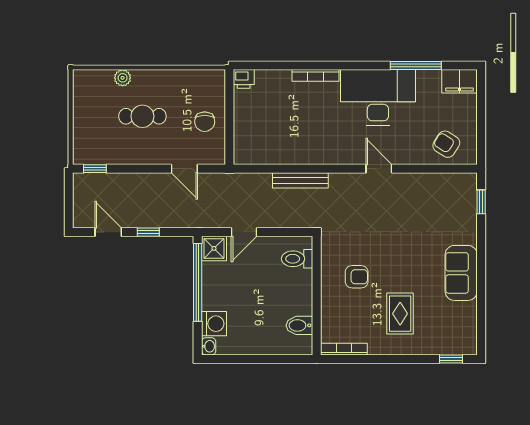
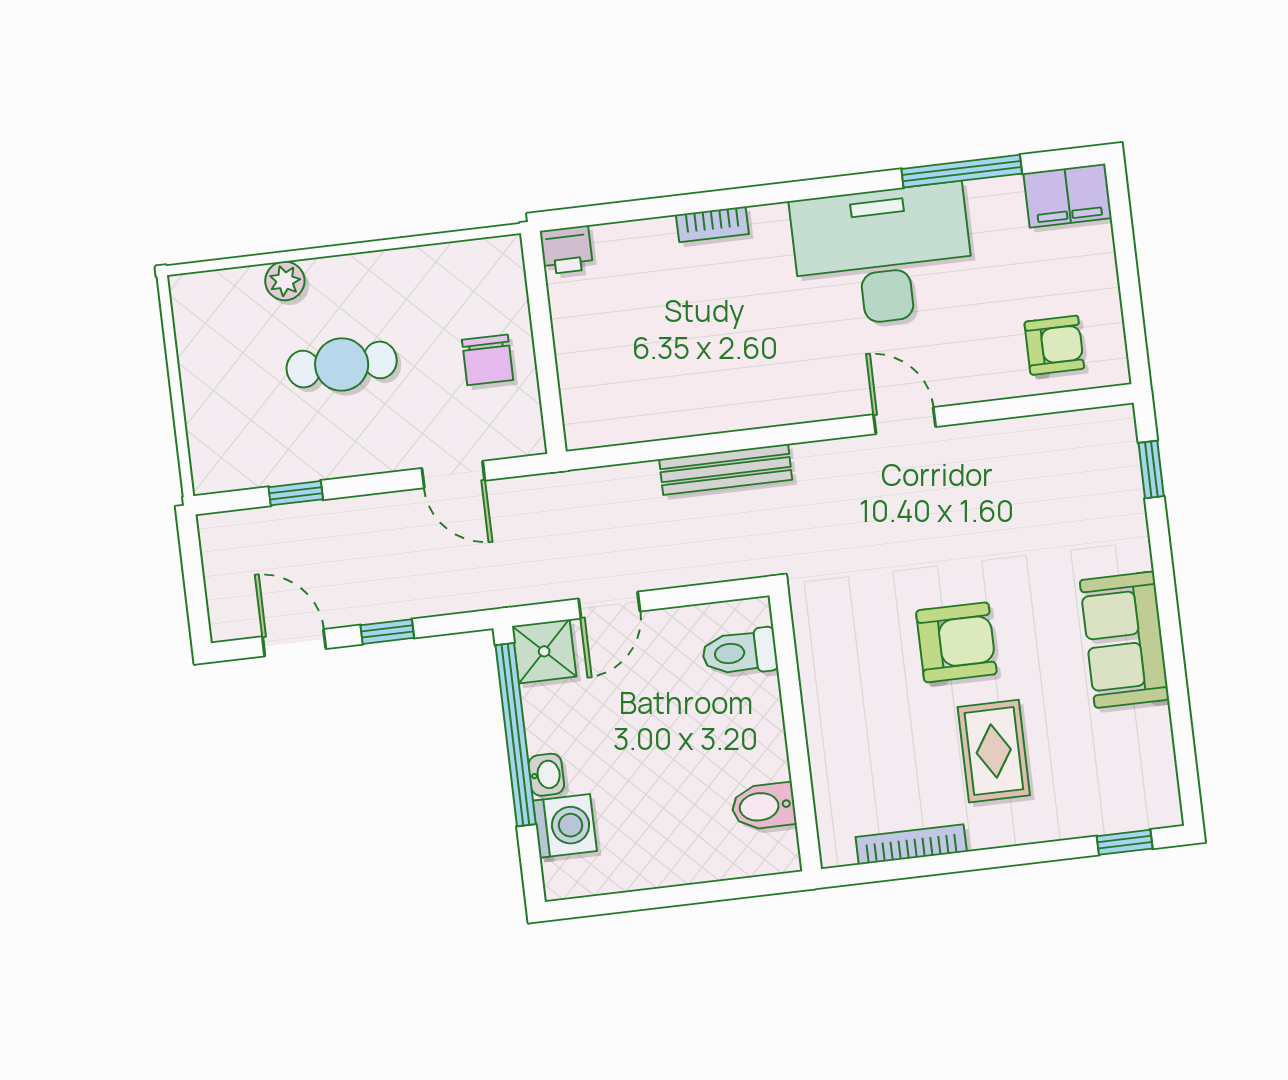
bookcase: (316, 75) -> (712, 224), width x0.64
armchair: (446, 144) -> (1054, 345), turned 148
window: (95, 169) -> (296, 493), moved
armchair: (357, 277) -> (956, 642), moved, width x1.38, depth x1.38
washbasin: (209, 346) -> (546, 775), moved
bookcase: (344, 349) -> (911, 844), moved

